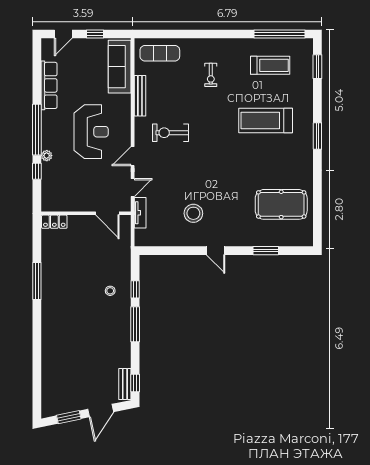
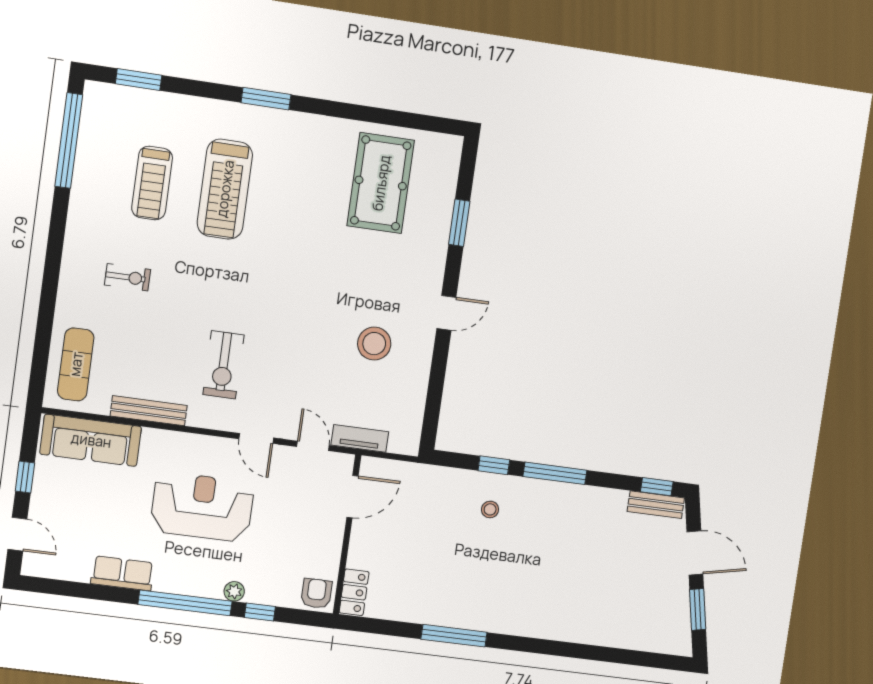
treadmill: (270, 65) -> (152, 183), moved, turned 180
row of seats: (49, 85) -> (122, 573), width x0.68
armchair: (51, 201) -> (316, 593), added

